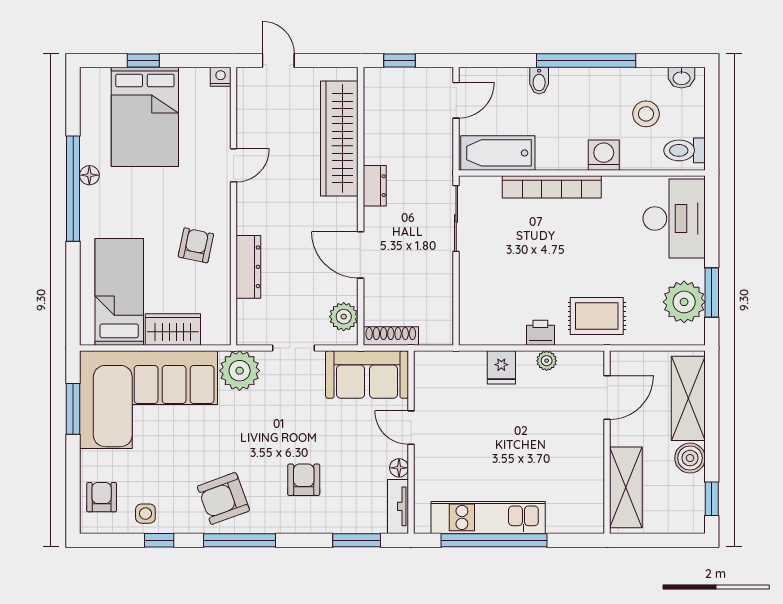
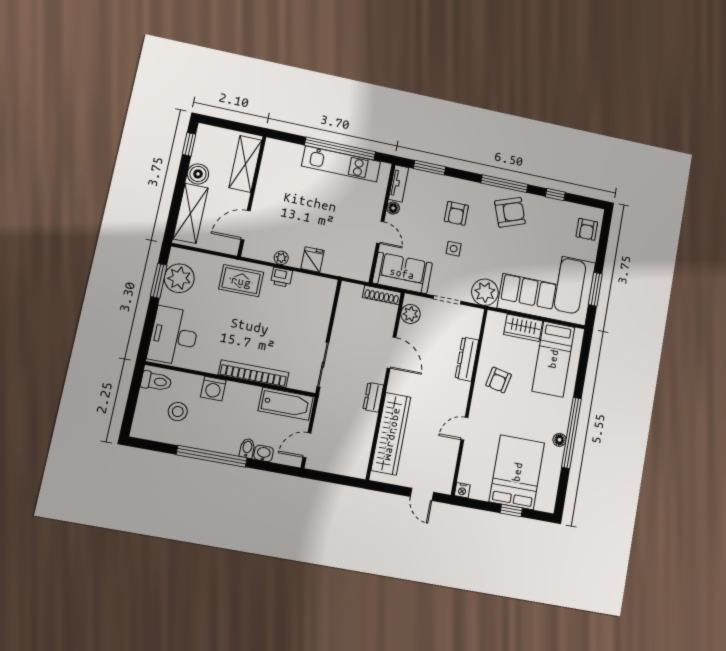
window: (400, 60) -> (340, 480), removed
washbasin: (682, 78) -> (264, 453), moved
side table: (145, 514) -> (454, 249), moved

